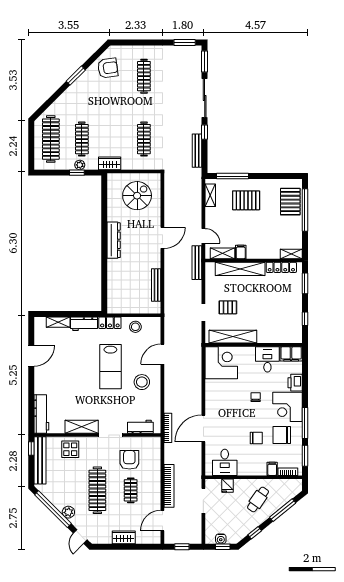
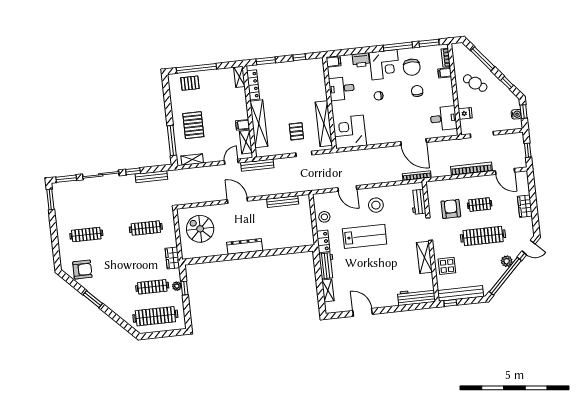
armchair: (108, 68) -> (82, 270), turned 98
pallet: (290, 202) -> (190, 83), width x0.67, depth x0.71
filing cabinet: (291, 354) -> (333, 62), width x0.50
armchair: (129, 460) -> (451, 209), turned 90

